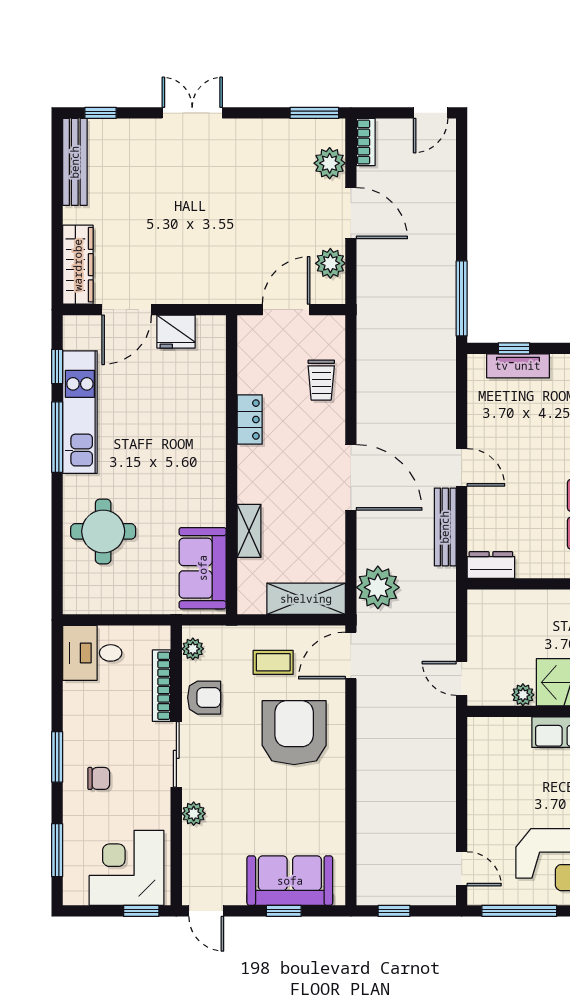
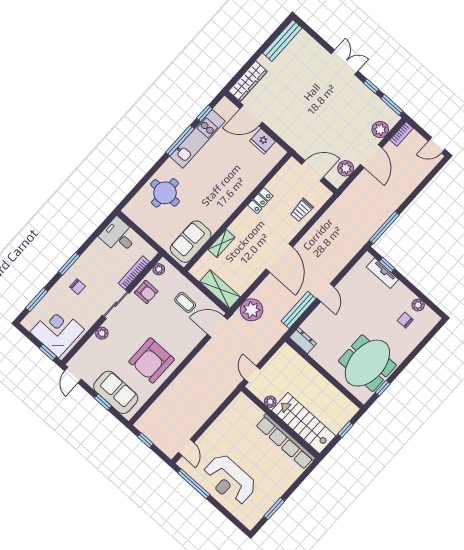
window: (101, 113) -> (371, 86), moved
armchair: (294, 733) -> (152, 360), moved, turned 180

